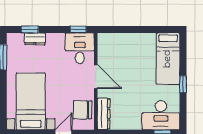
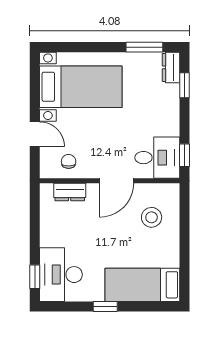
dresser: (35, 39) -> (171, 67), moved
stool: (121, 52) -> (152, 217), added
chair: (82, 110) -> (69, 161), width x0.54, depth x0.54
dresser: (104, 114) -> (70, 192), width x0.70

